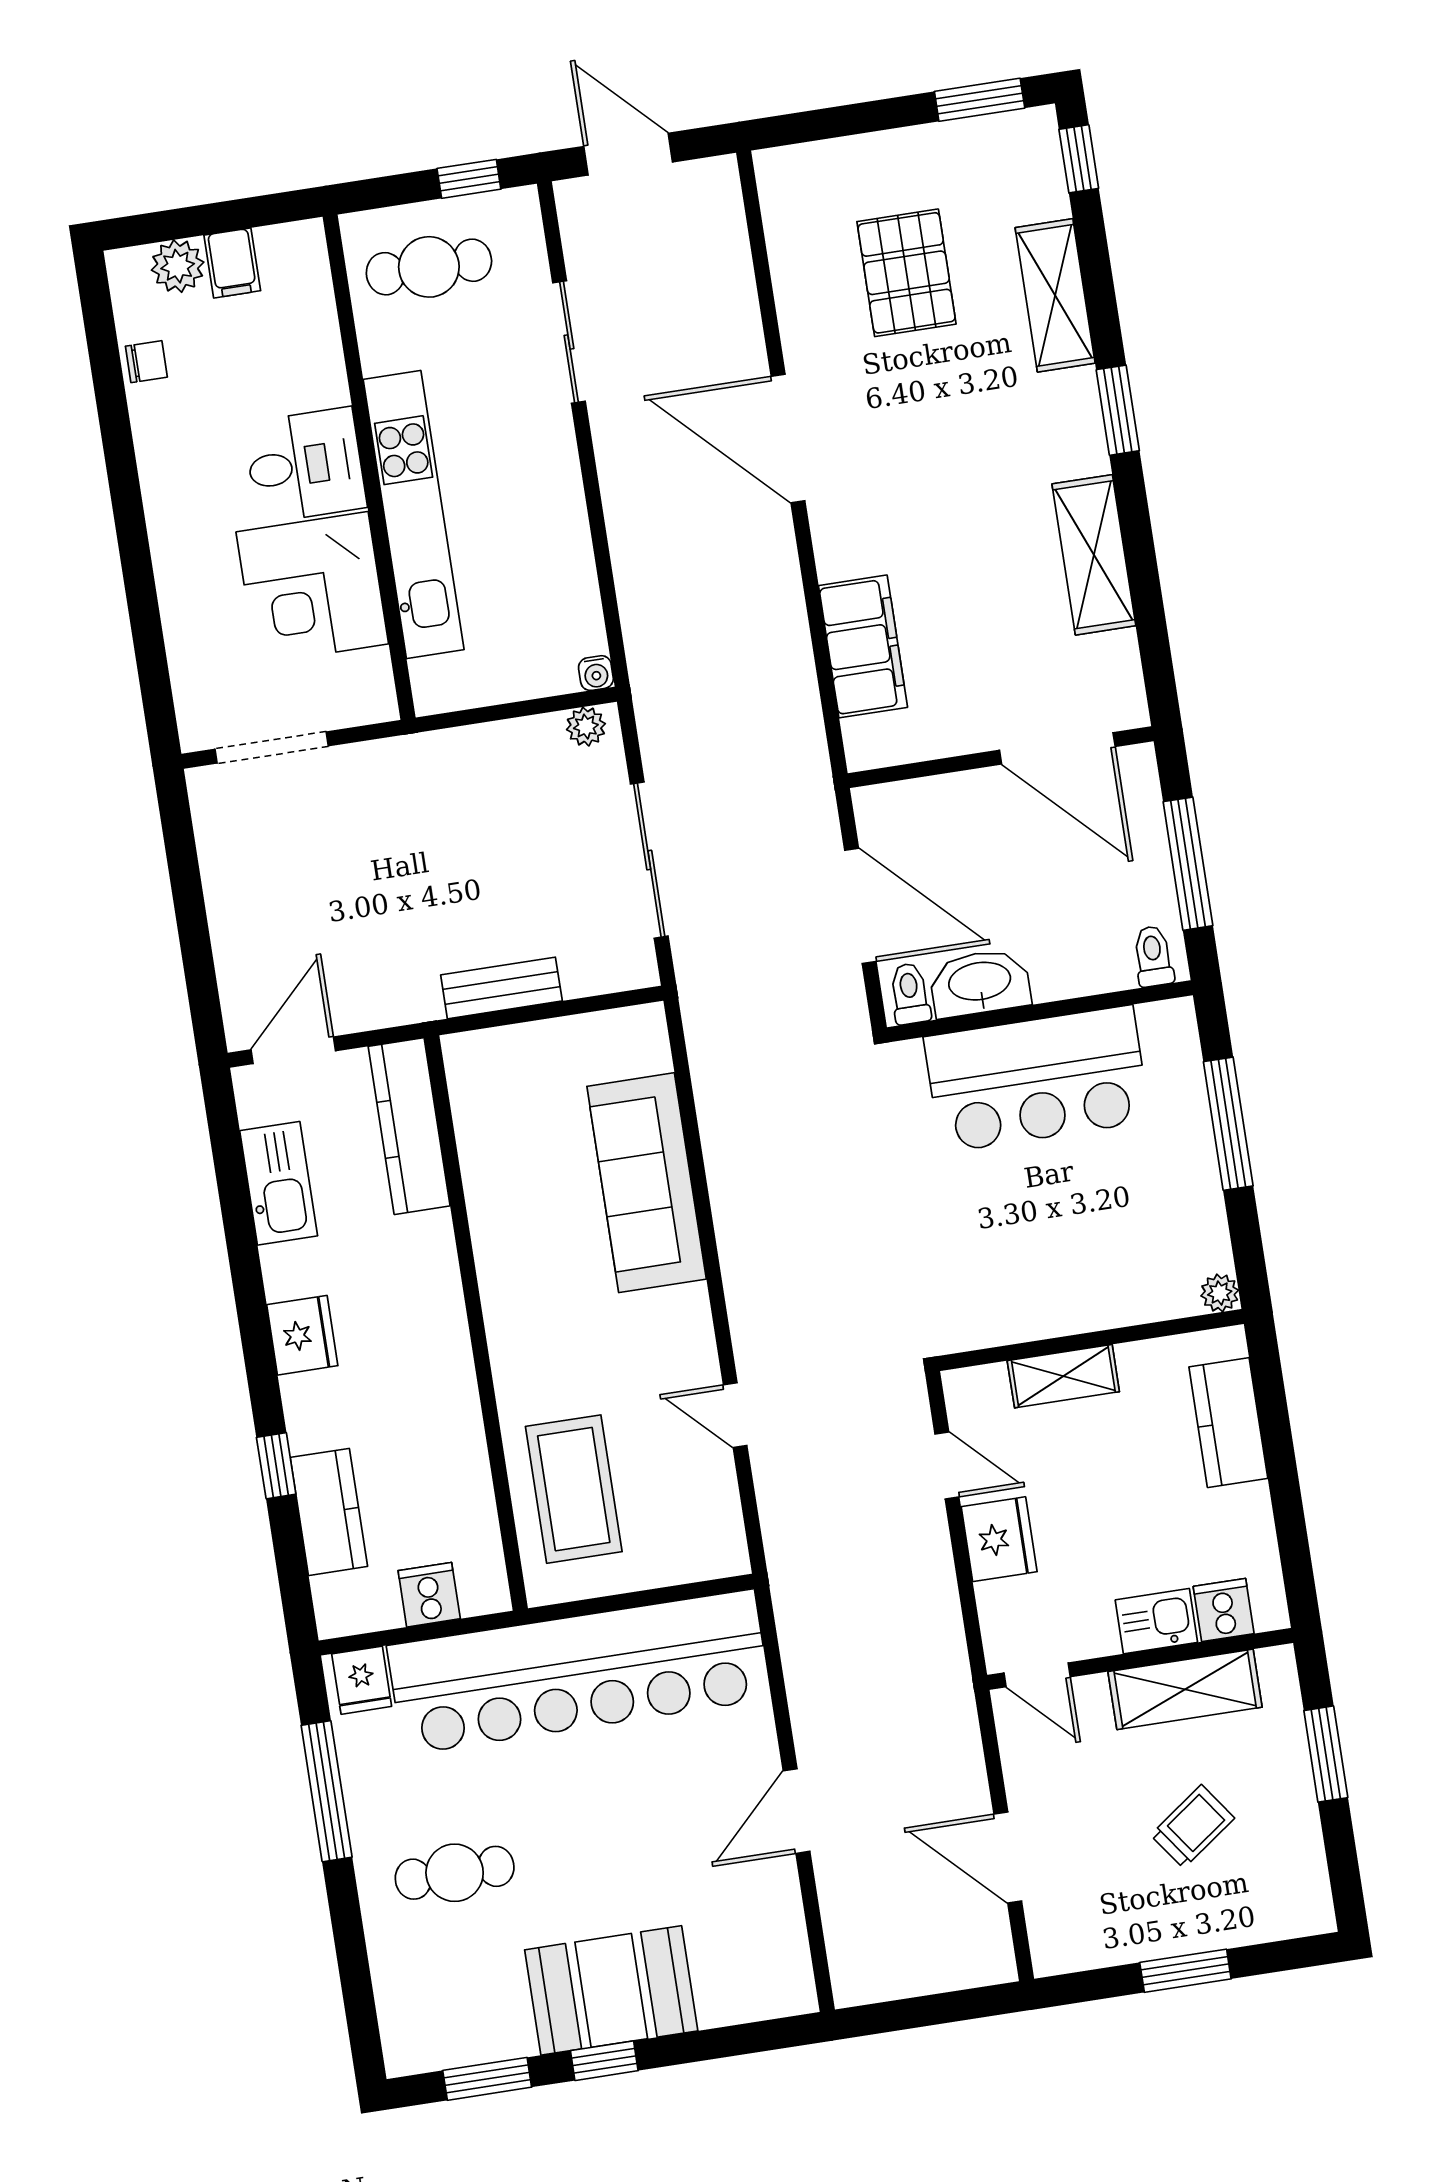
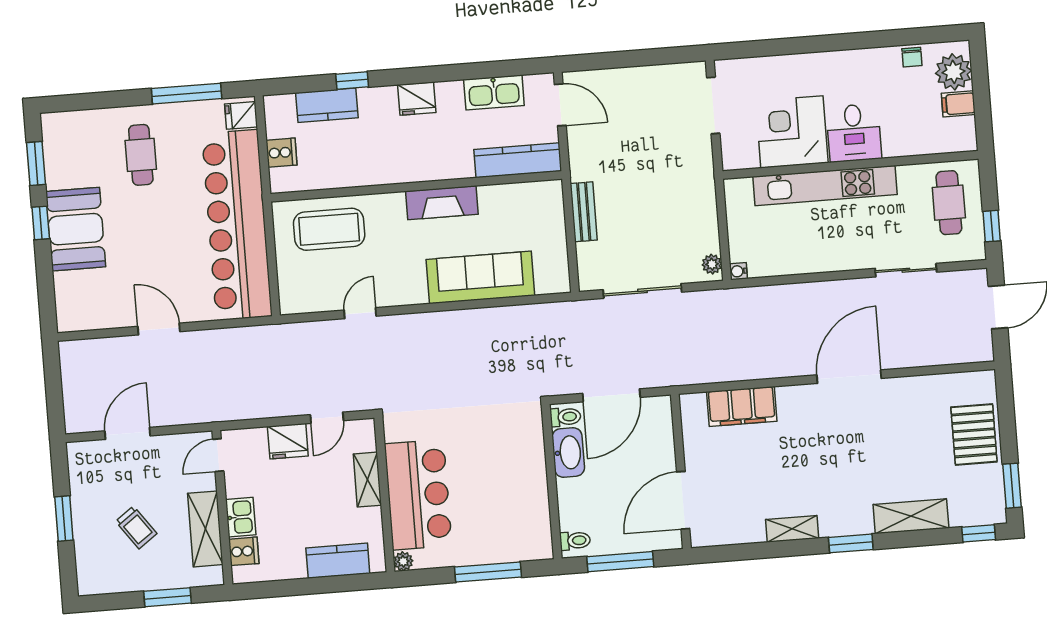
plant: (178, 266) -> (954, 72), width x1.36, depth x1.36
pallet: (907, 273) -> (974, 434), moved, turned 90
shelving: (1094, 555) -> (792, 529), width x0.67, depth x0.75
bar counter: (1037, 1079) -> (418, 495), moved, turned 180
fireplace: (504, 1270) -> (442, 203), added

